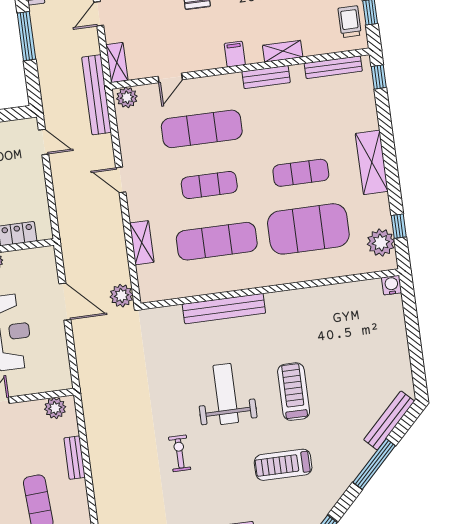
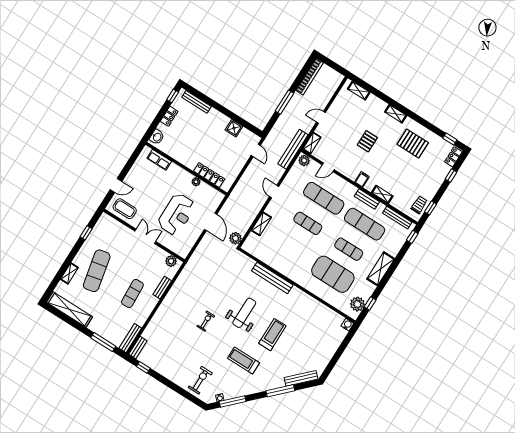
exercise mat: (217, 241) -> (365, 224), moved

